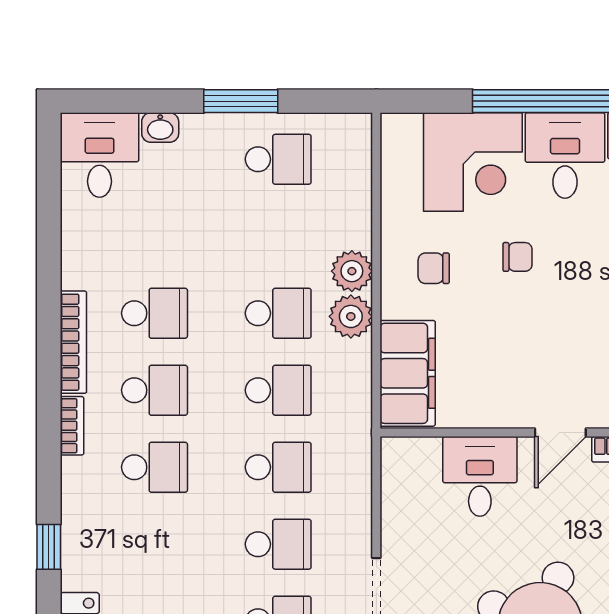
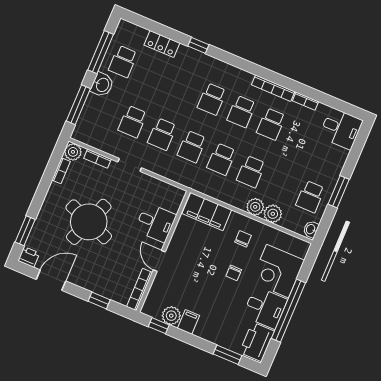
washbasin: (160, 128) -> (311, 229), moved
plant: (351, 316) -> (273, 214), moved
bookcase: (72, 426) -> (306, 101), moved

